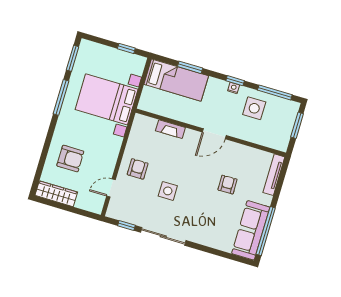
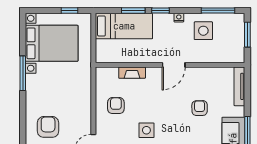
window: (73, 58) -> (23, 34), removed
window: (235, 81) -> (161, 10), moved
bed with nightstands: (107, 99) -> (52, 43), moved, turned 180
armchair: (70, 159) -> (48, 127), turned -90
armchair: (138, 169) -> (116, 106), moved

